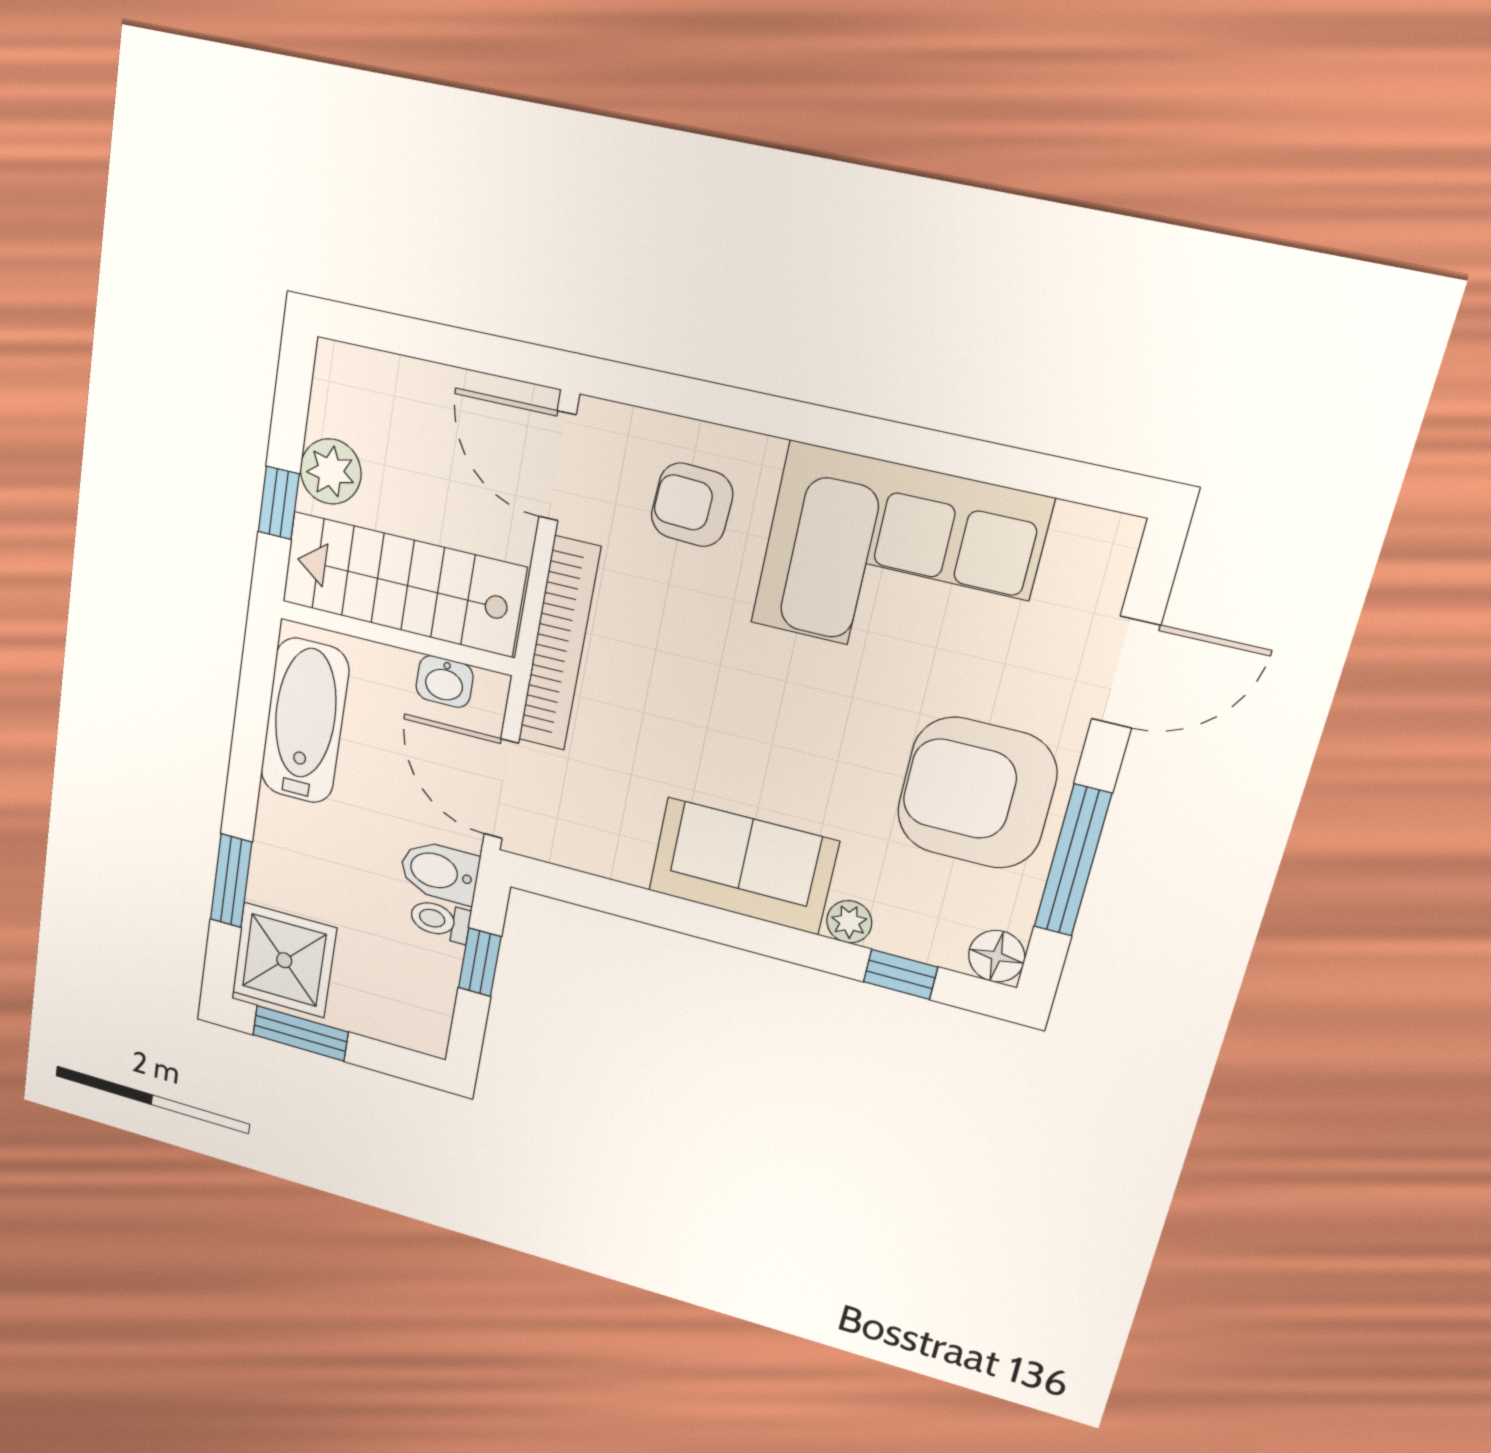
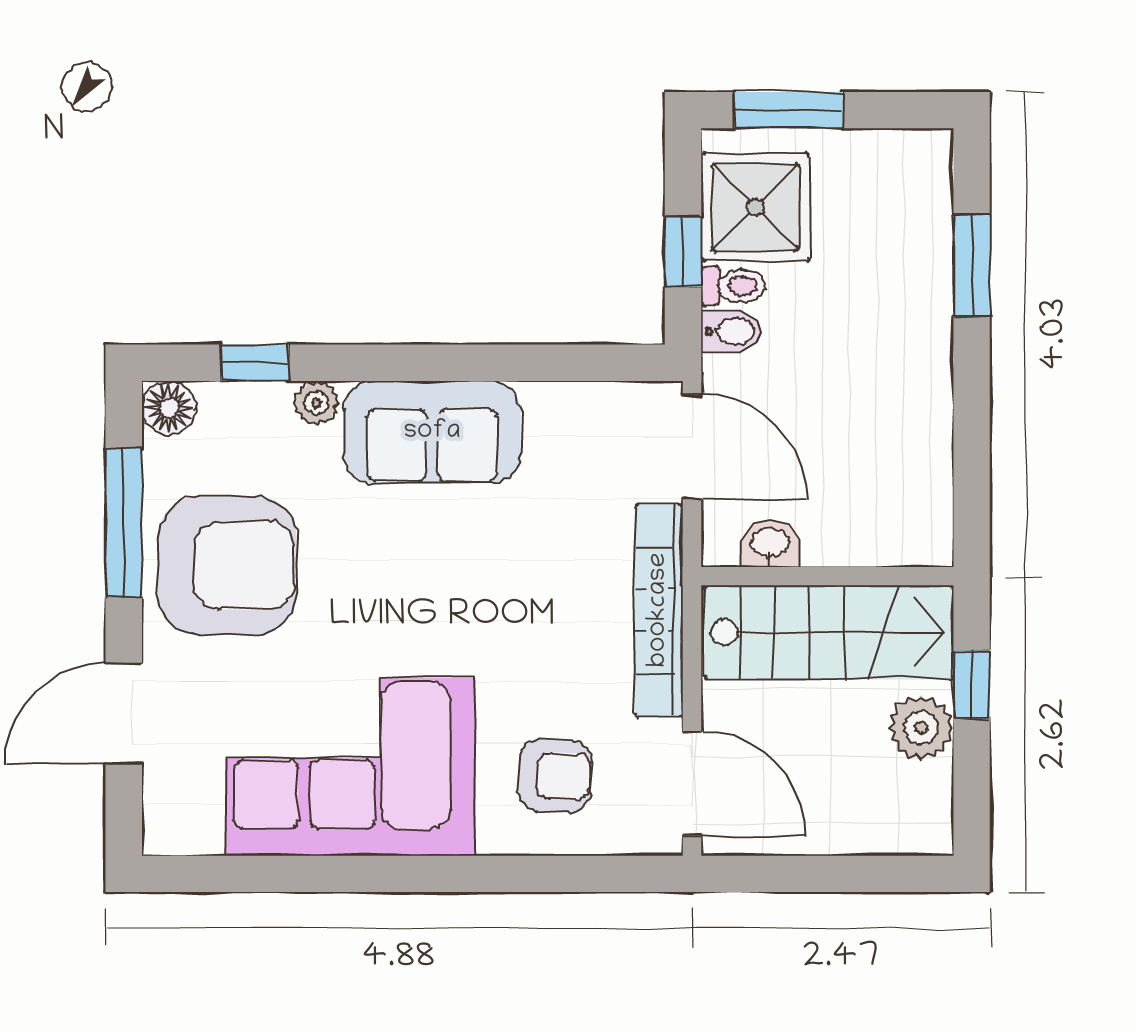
bathtub: (305, 721) -> (913, 465), removed
bidet: (439, 872) -> (732, 332), width x0.72, depth x0.74
shower: (284, 960) -> (755, 207), moved
window: (300, 1033) -> (789, 110), moved

